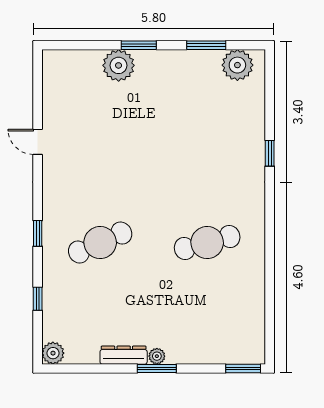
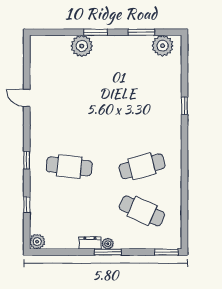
cafe table: (100, 243) -> (69, 166), turned 30
cafe table: (207, 308) -> (142, 211), added
dresser: (124, 355) -> (90, 243), width x0.70

